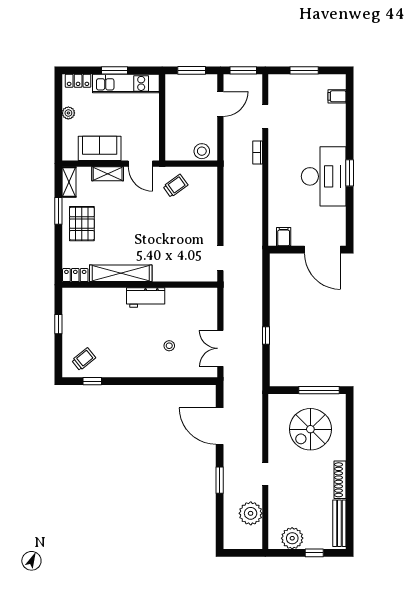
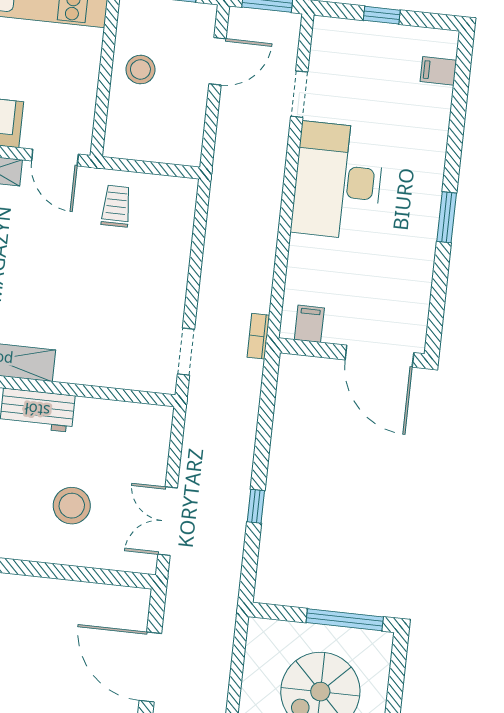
window: (304, 70) -> (382, 15), width x0.67
stool: (202, 151) -> (140, 70), moved
bookcase: (258, 153) -> (258, 336), moved
desk: (324, 176) -> (338, 181), moved, turned 180
trolley: (175, 186) -> (116, 206), turned -54
stool: (169, 346) -> (72, 506), width x1.89, depth x1.89

